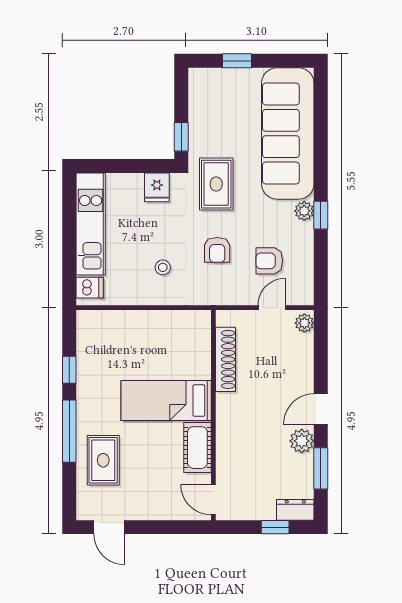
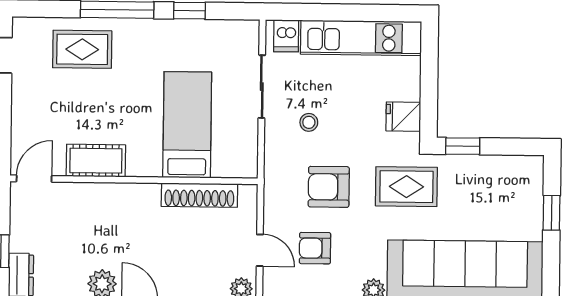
armchair: (217, 250) -> (329, 187), width x1.38, depth x1.38
armchair: (269, 261) -> (315, 248), turned -90
sliding door: (133, 308) -> (262, 87), added
bed: (166, 400) -> (187, 125), moved

